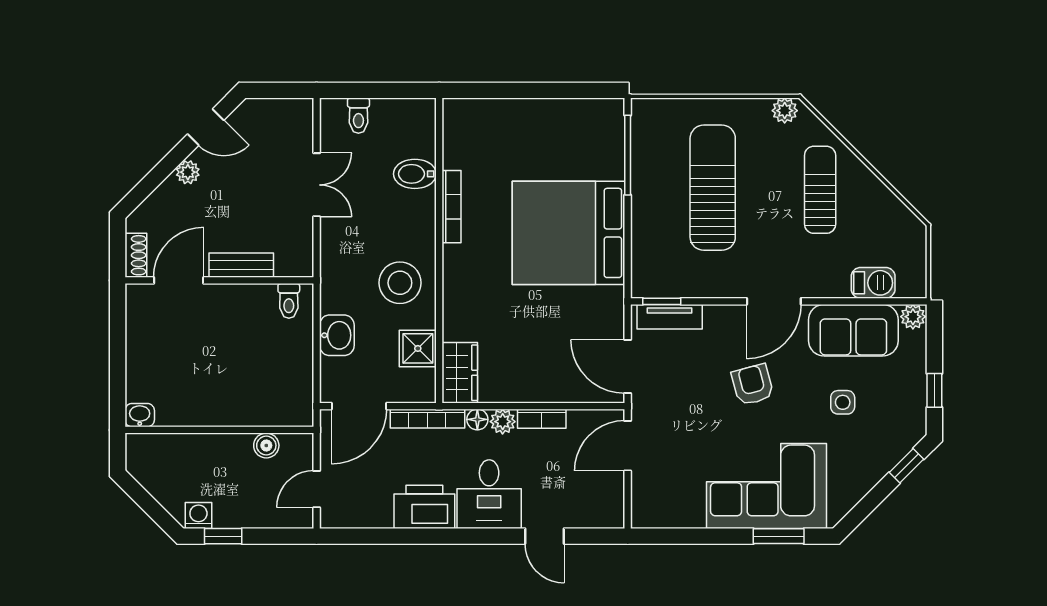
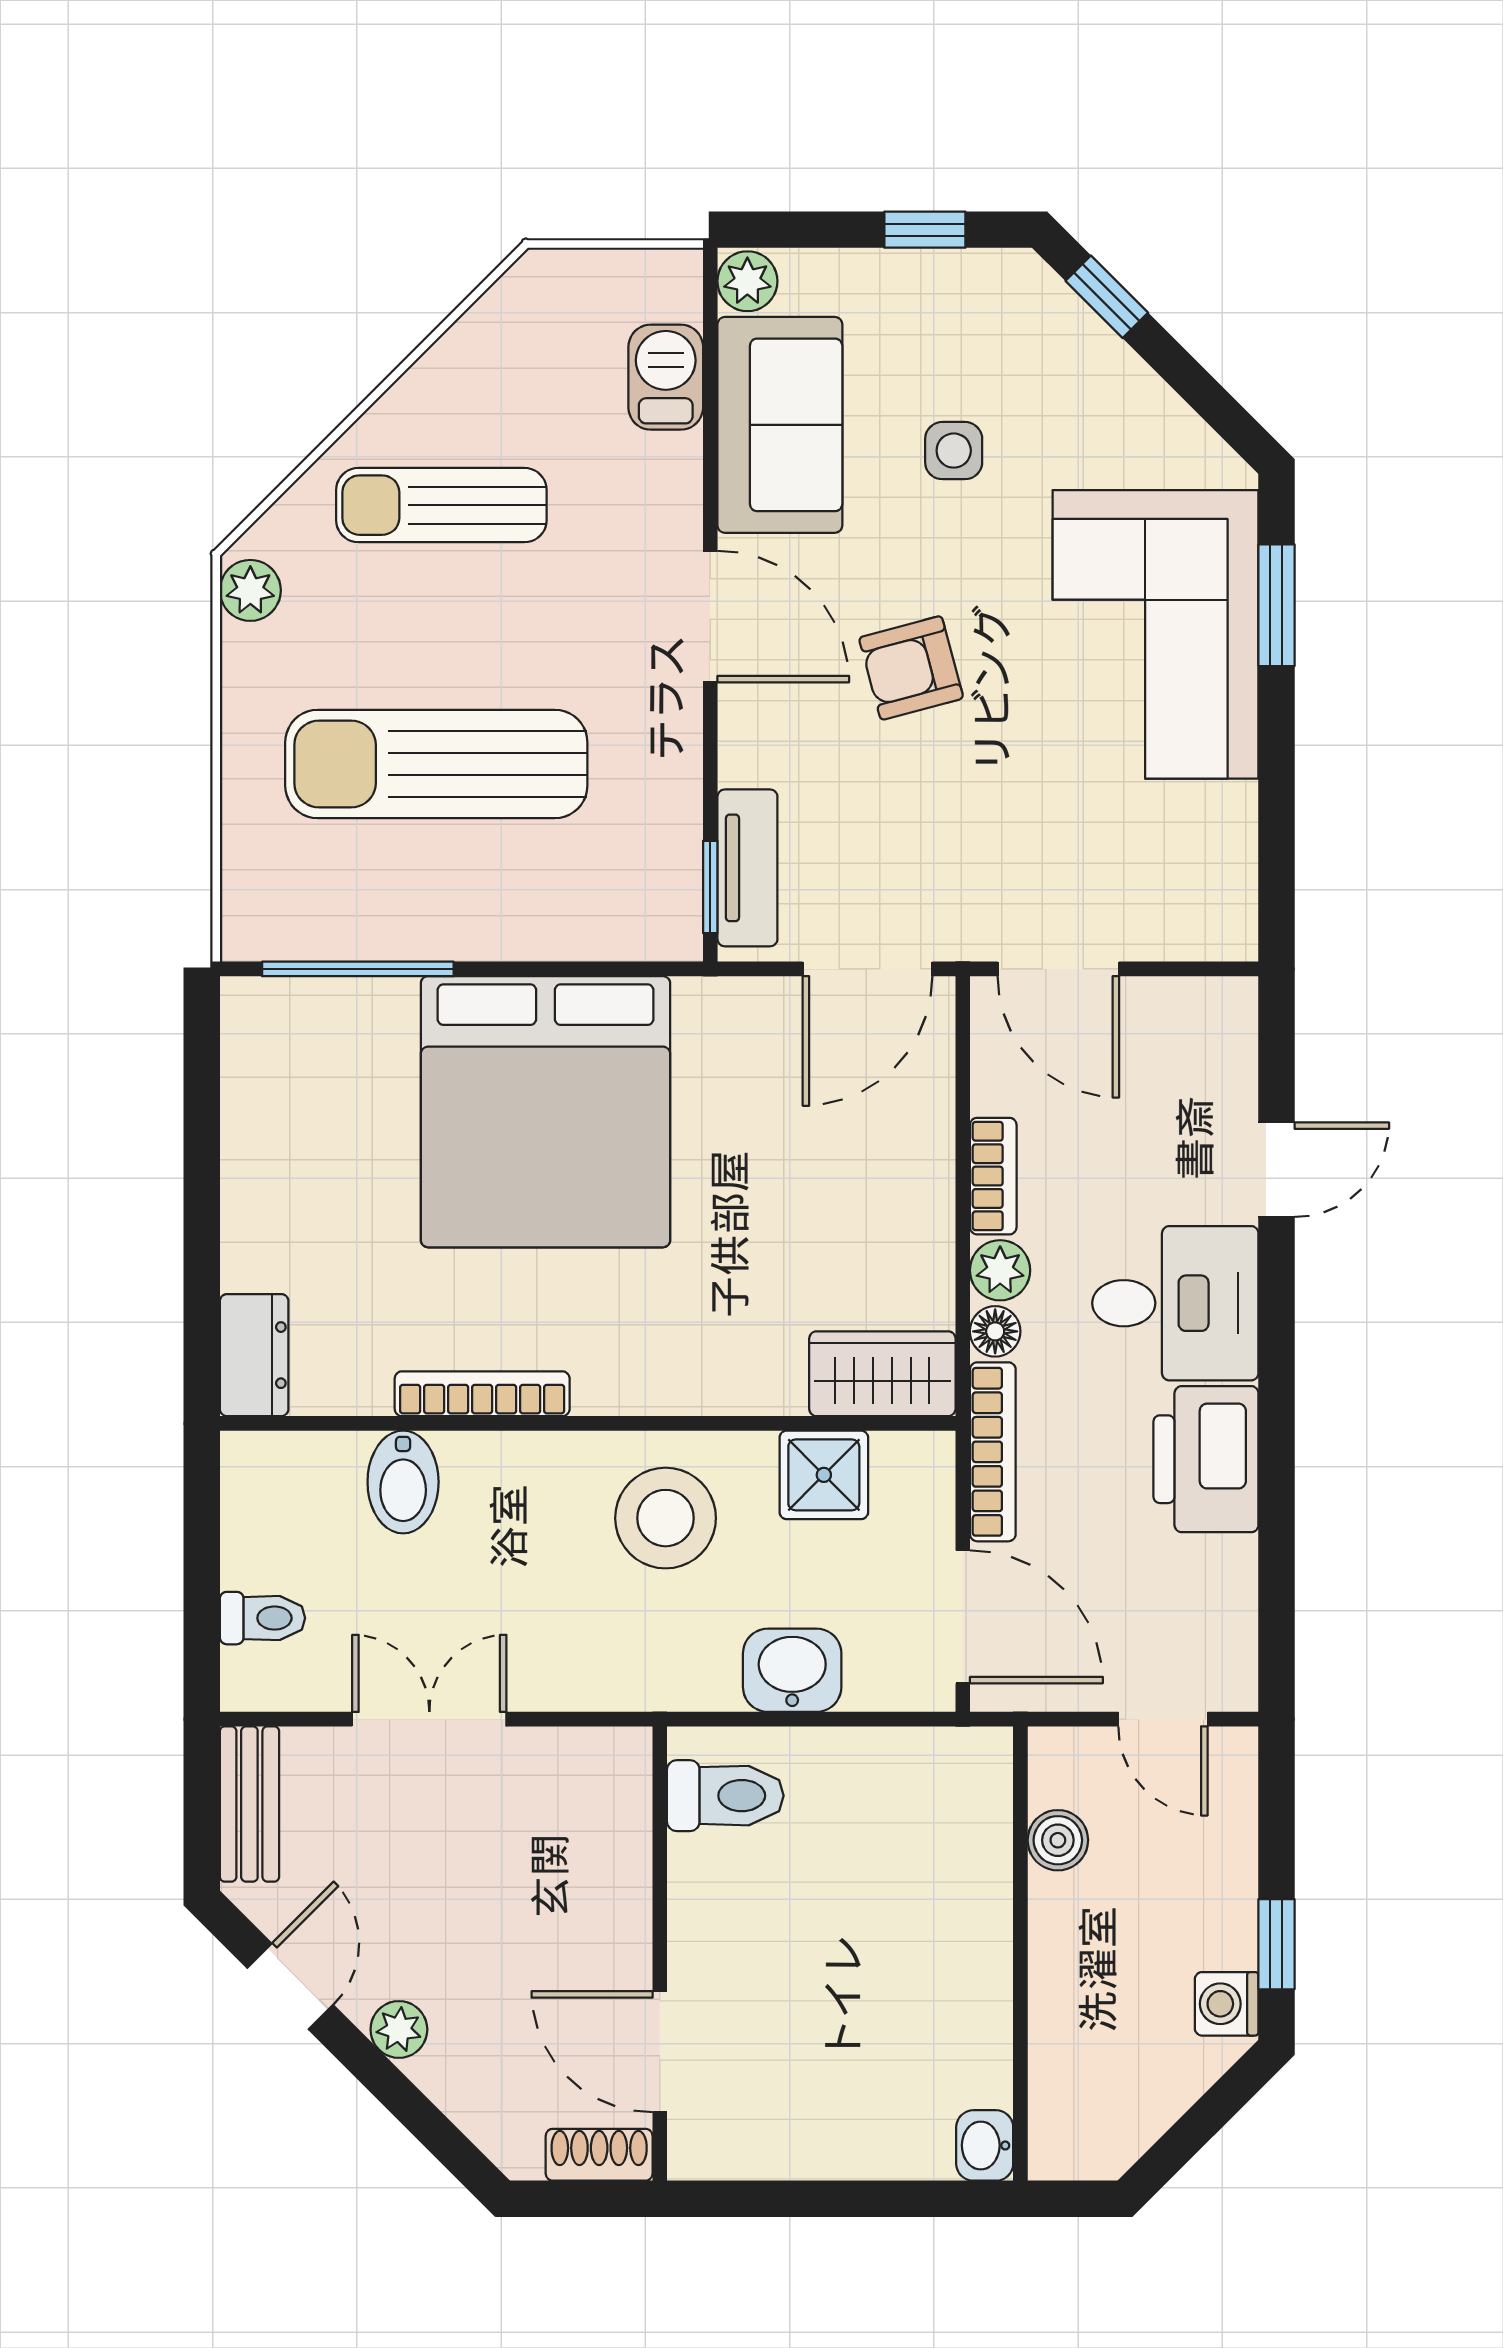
dresser: (468, 112) -> (254, 1355), added
bench: (241, 265) -> (249, 1804), moved
toilet: (289, 301) -> (725, 1796), width x1.37, depth x1.39

